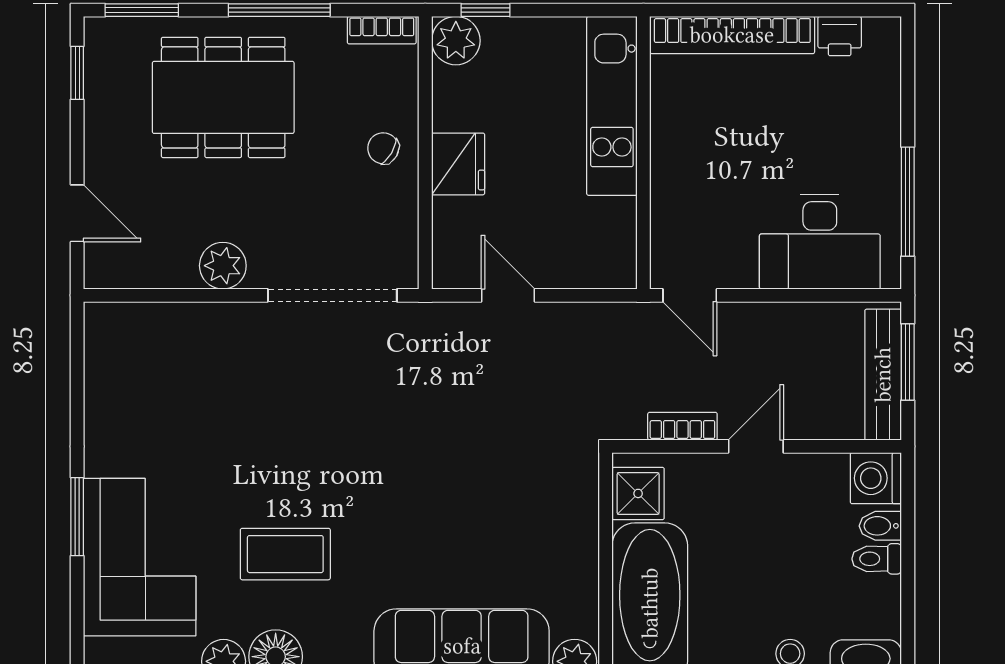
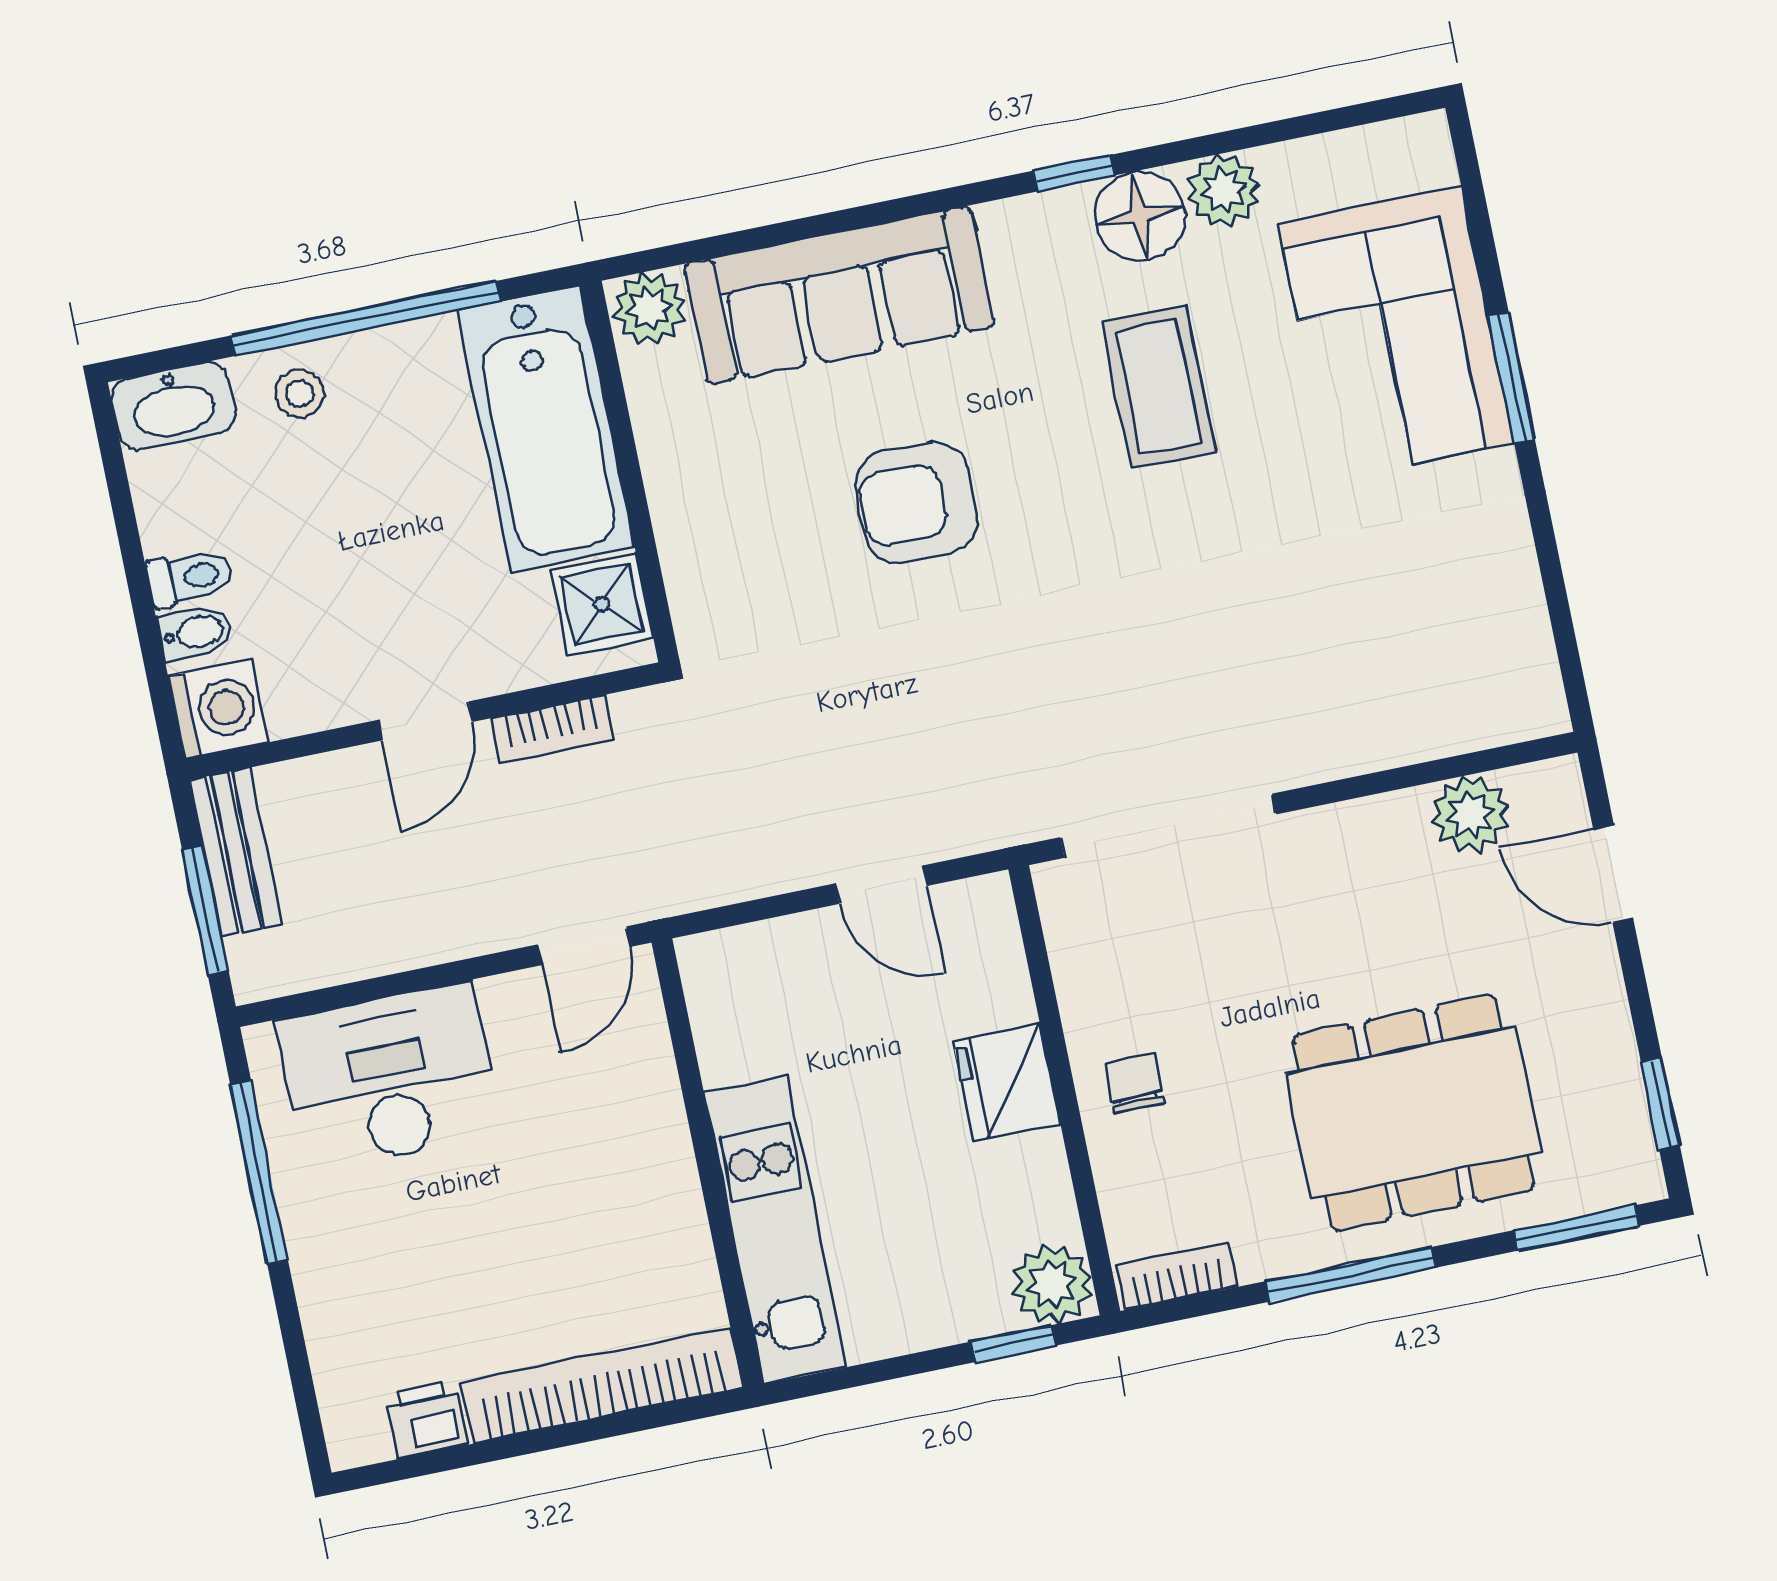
chair: (383, 148) -> (1135, 1083), turned -120
plant: (223, 266) -> (1471, 814), moved
door: (690, 295) -> (584, 946), swing flipped
bench: (883, 375) -> (235, 852), width x0.73
armchair: (441, 515) -> (916, 503), added
coffee table: (285, 554) -> (1158, 387), turned 90

